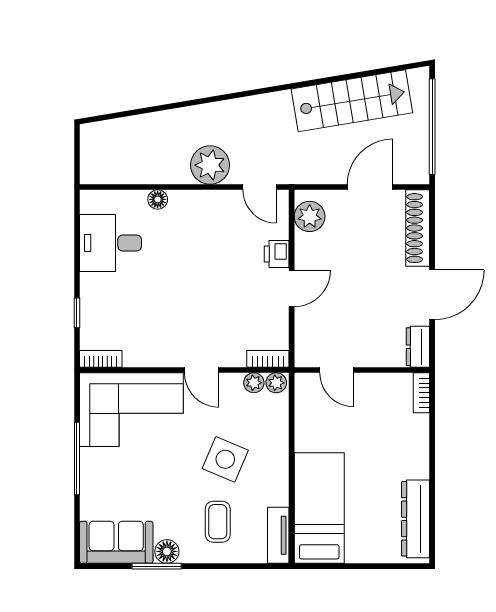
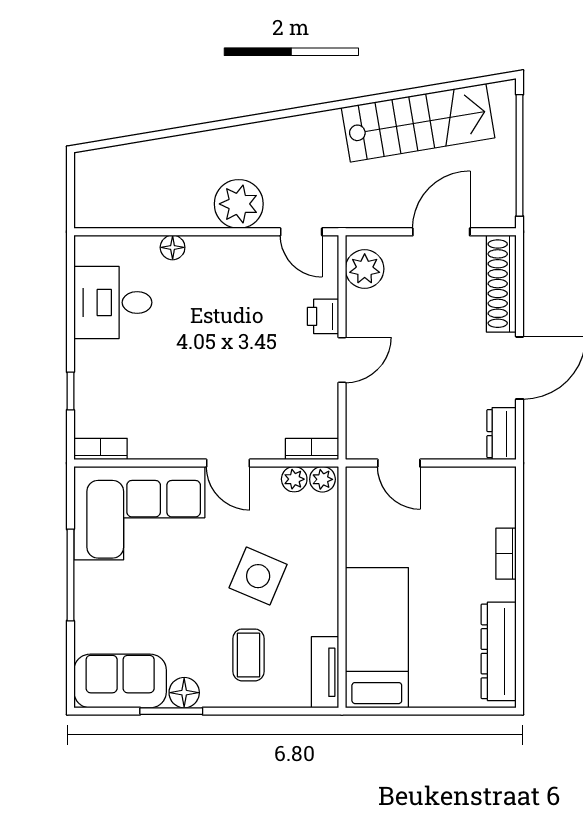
bookcase: (421, 393) -> (506, 554), moved

